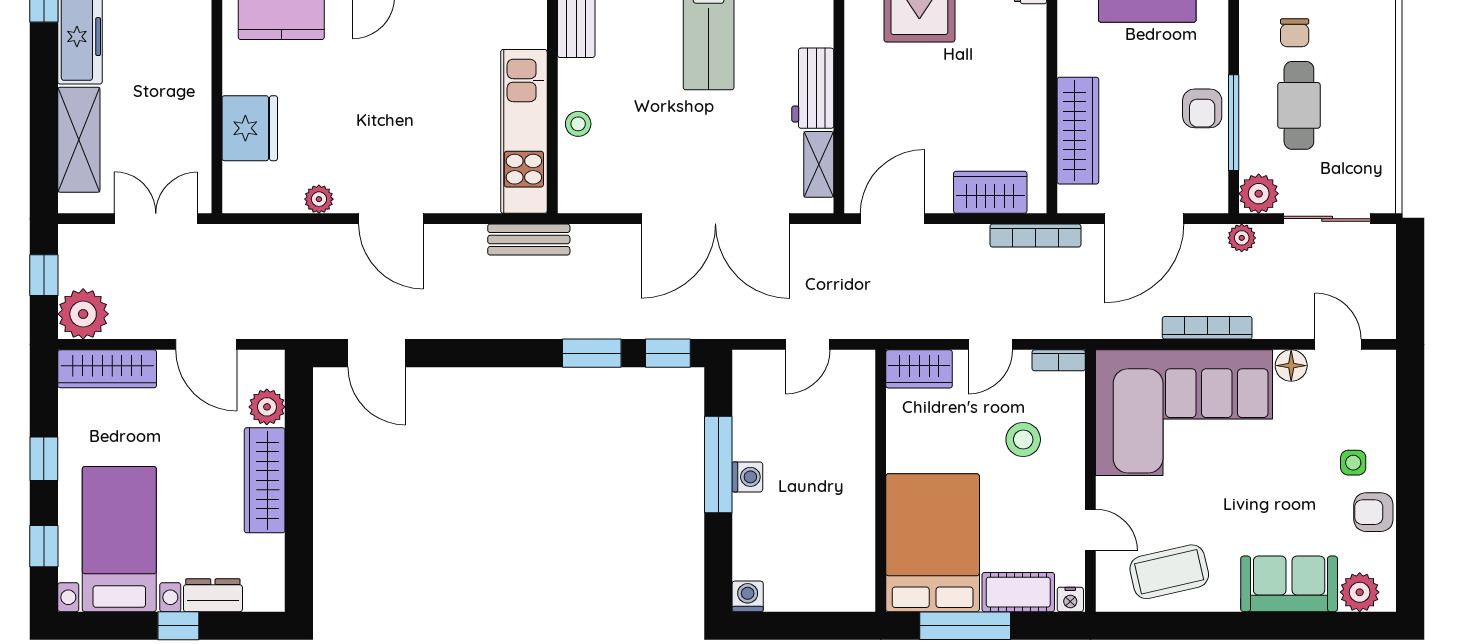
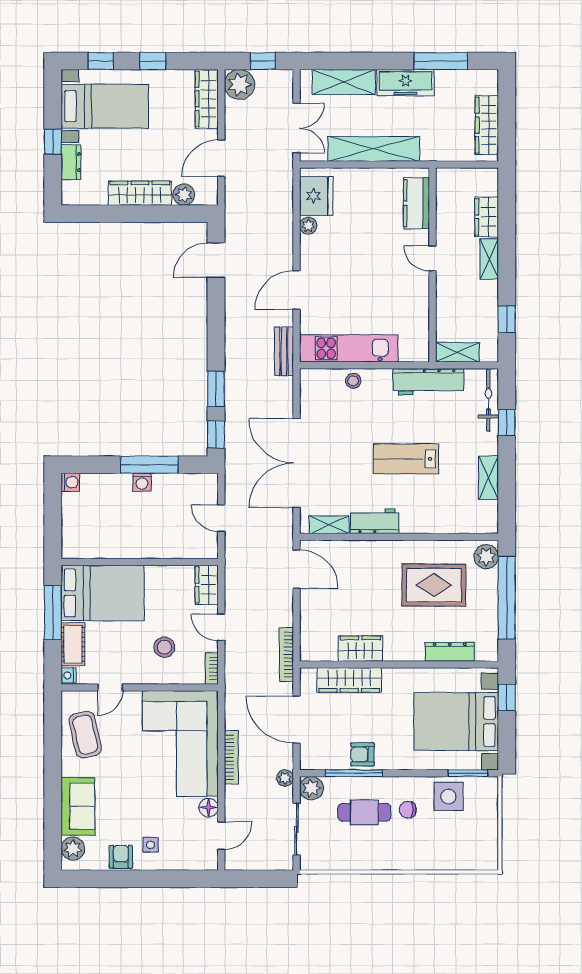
shelving: (191, 90) -> (374, 149), added
fridge: (250, 128) -> (316, 196), moved, turned -90
wardrobe: (990, 192) -> (360, 649), moved, turned -90
door: (391, 219) -> (297, 290), moved

